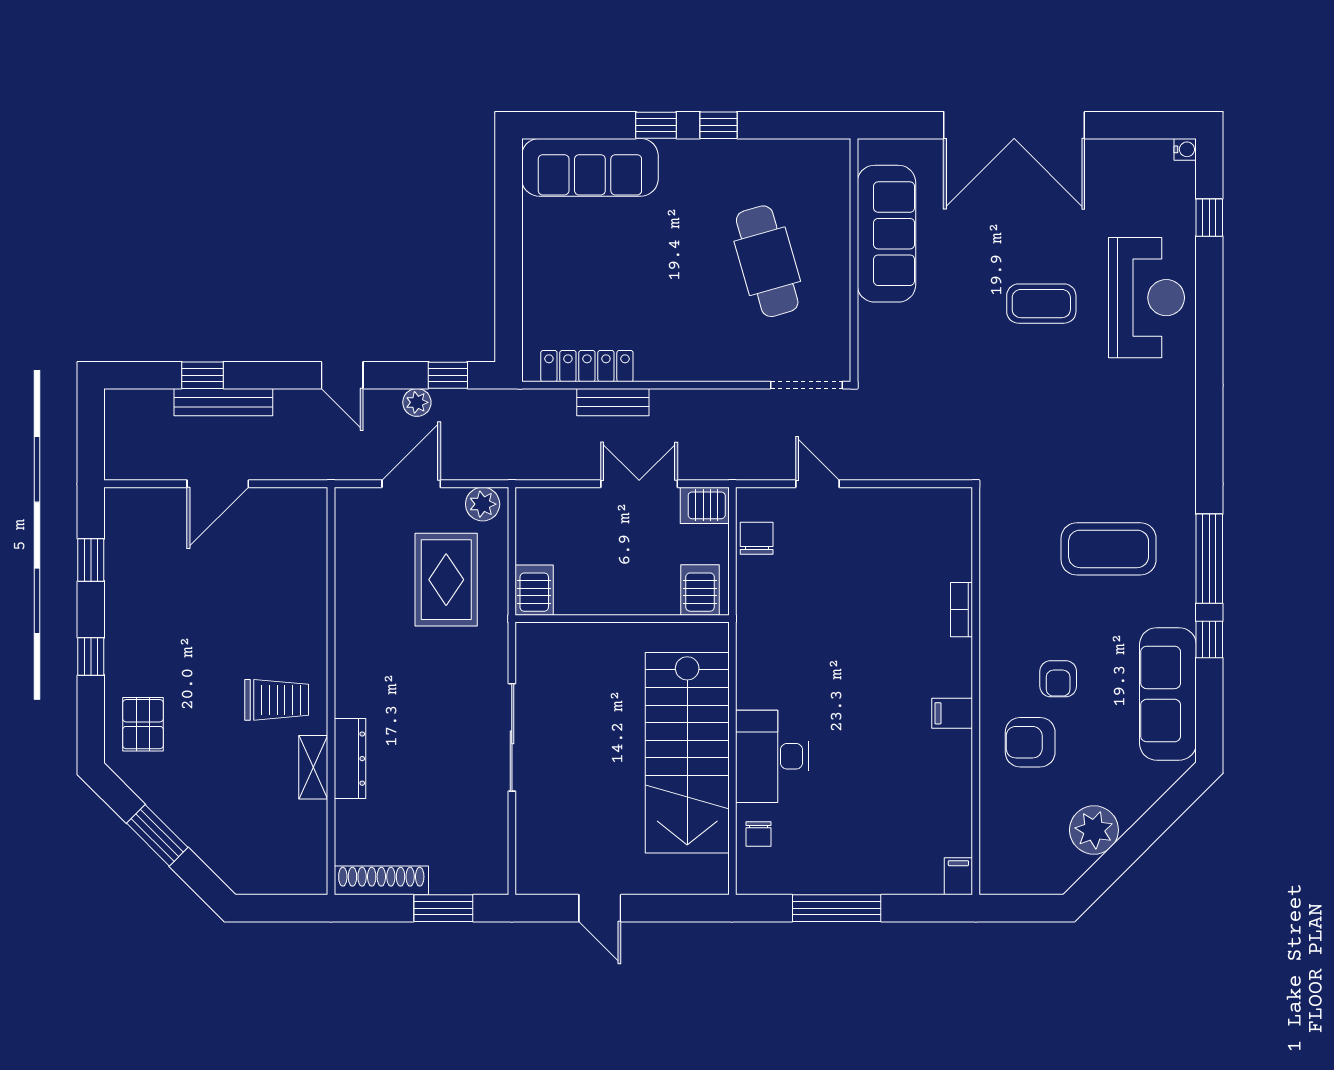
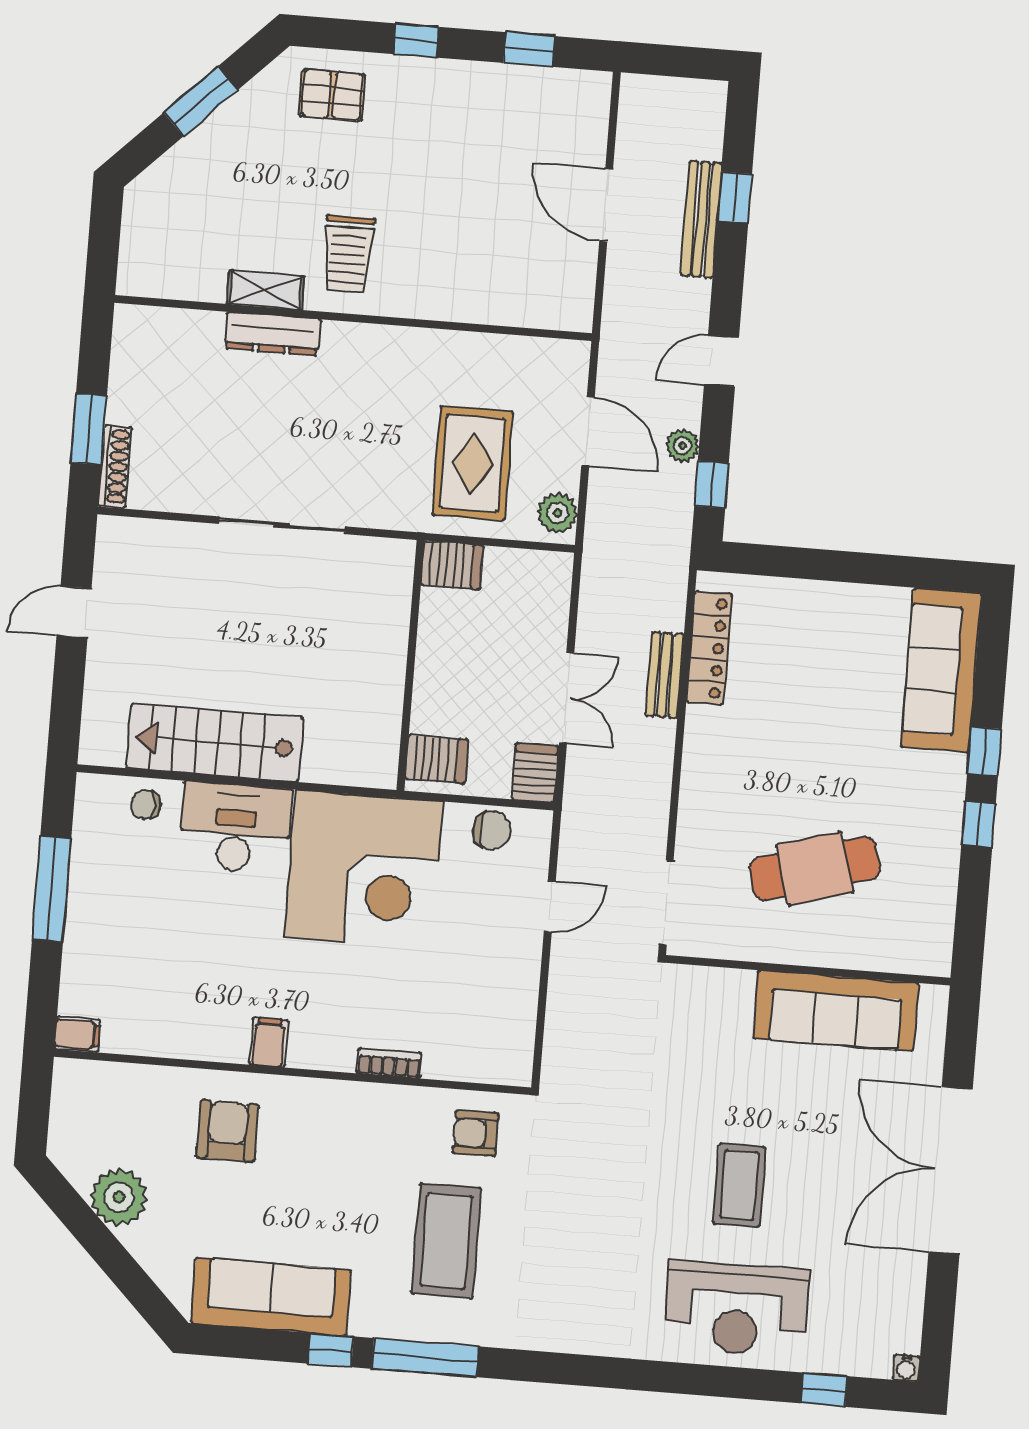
rug: (446, 580) -> (473, 463), turned 90
corner desk: (799, 644) -> (364, 869), added
armchair: (1058, 679) -> (476, 1133), moved
stairs: (687, 753) -> (215, 743), width x0.73, depth x0.66
shoe rack: (381, 880) -> (115, 466), moved, width x0.74, depth x0.81

